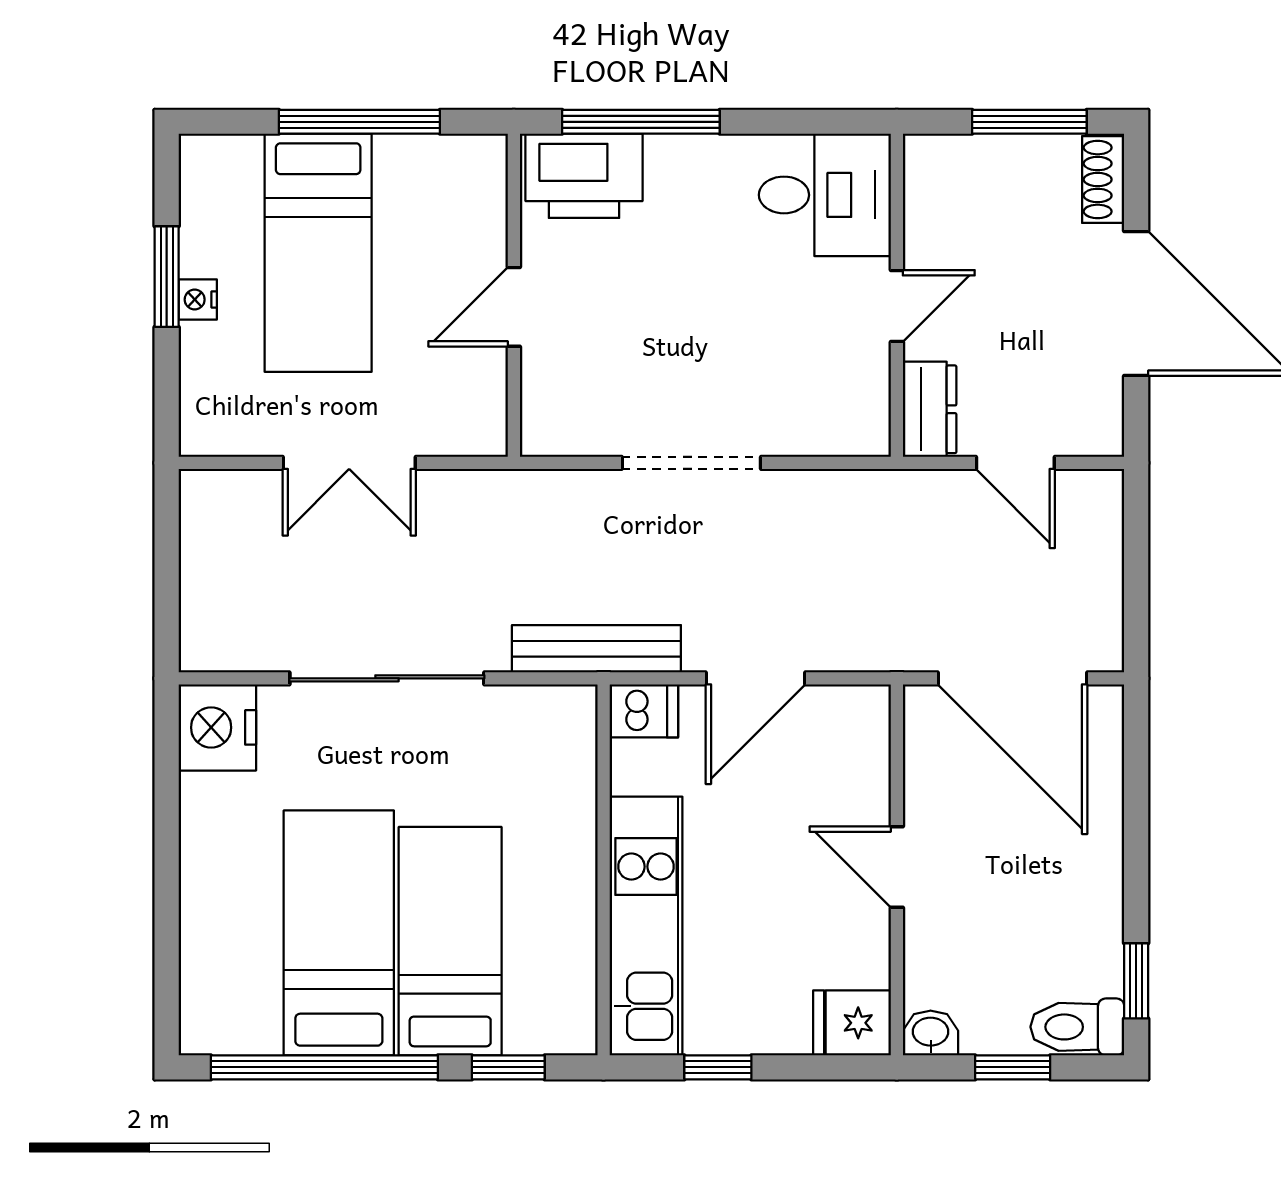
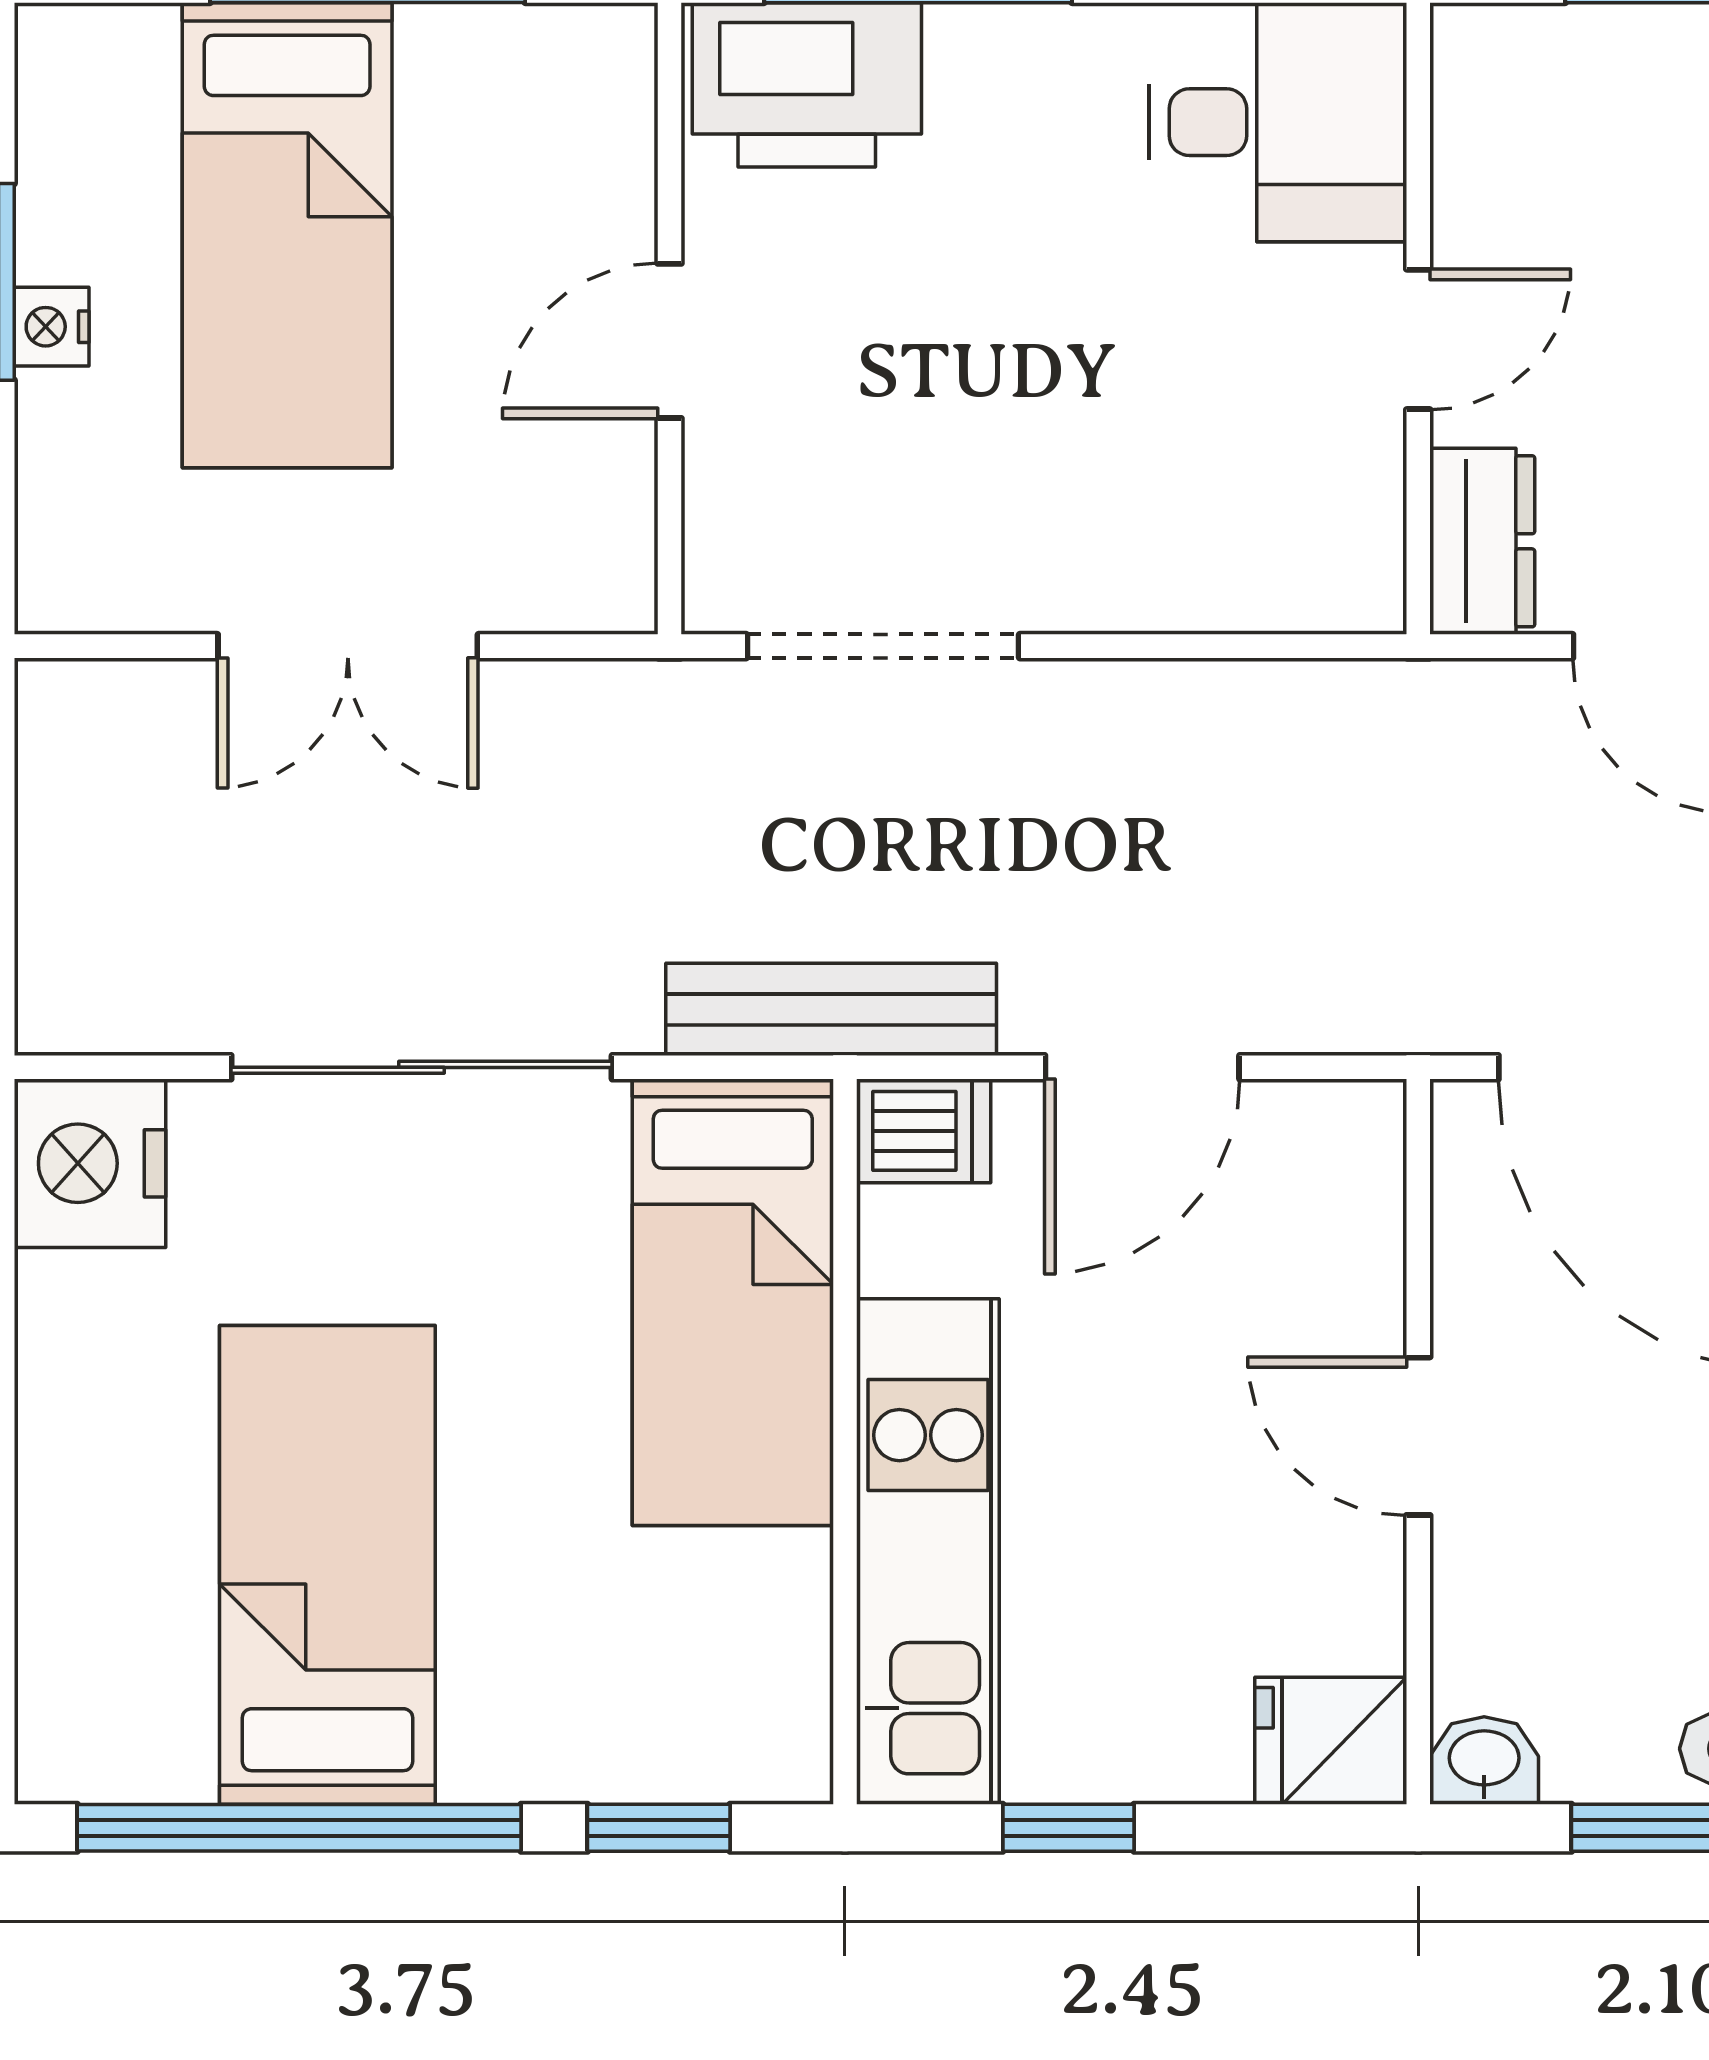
doorway: (691, 463) -> (883, 646), moved
bed: (450, 941) -> (733, 1302), moved, turned 180

